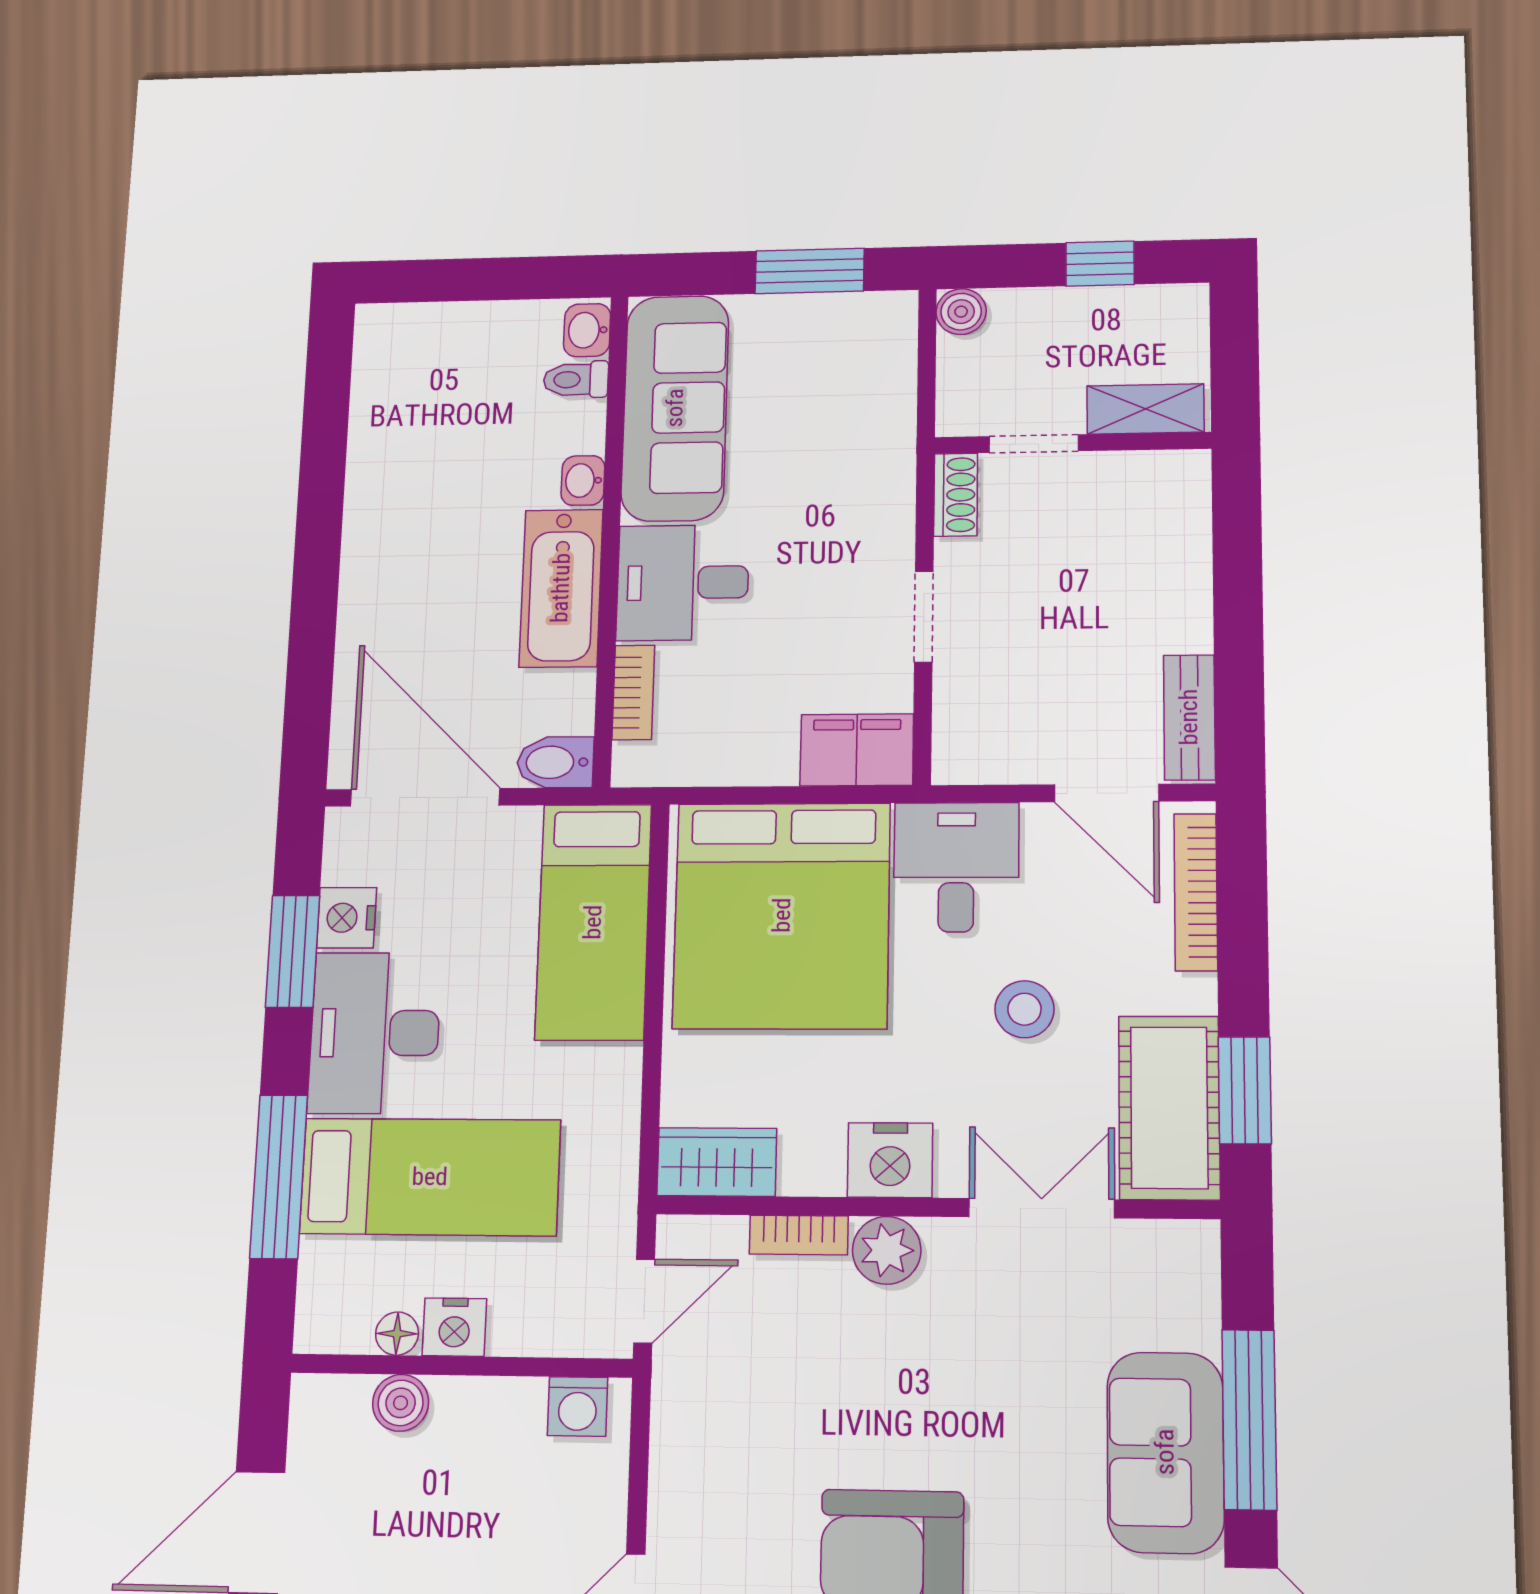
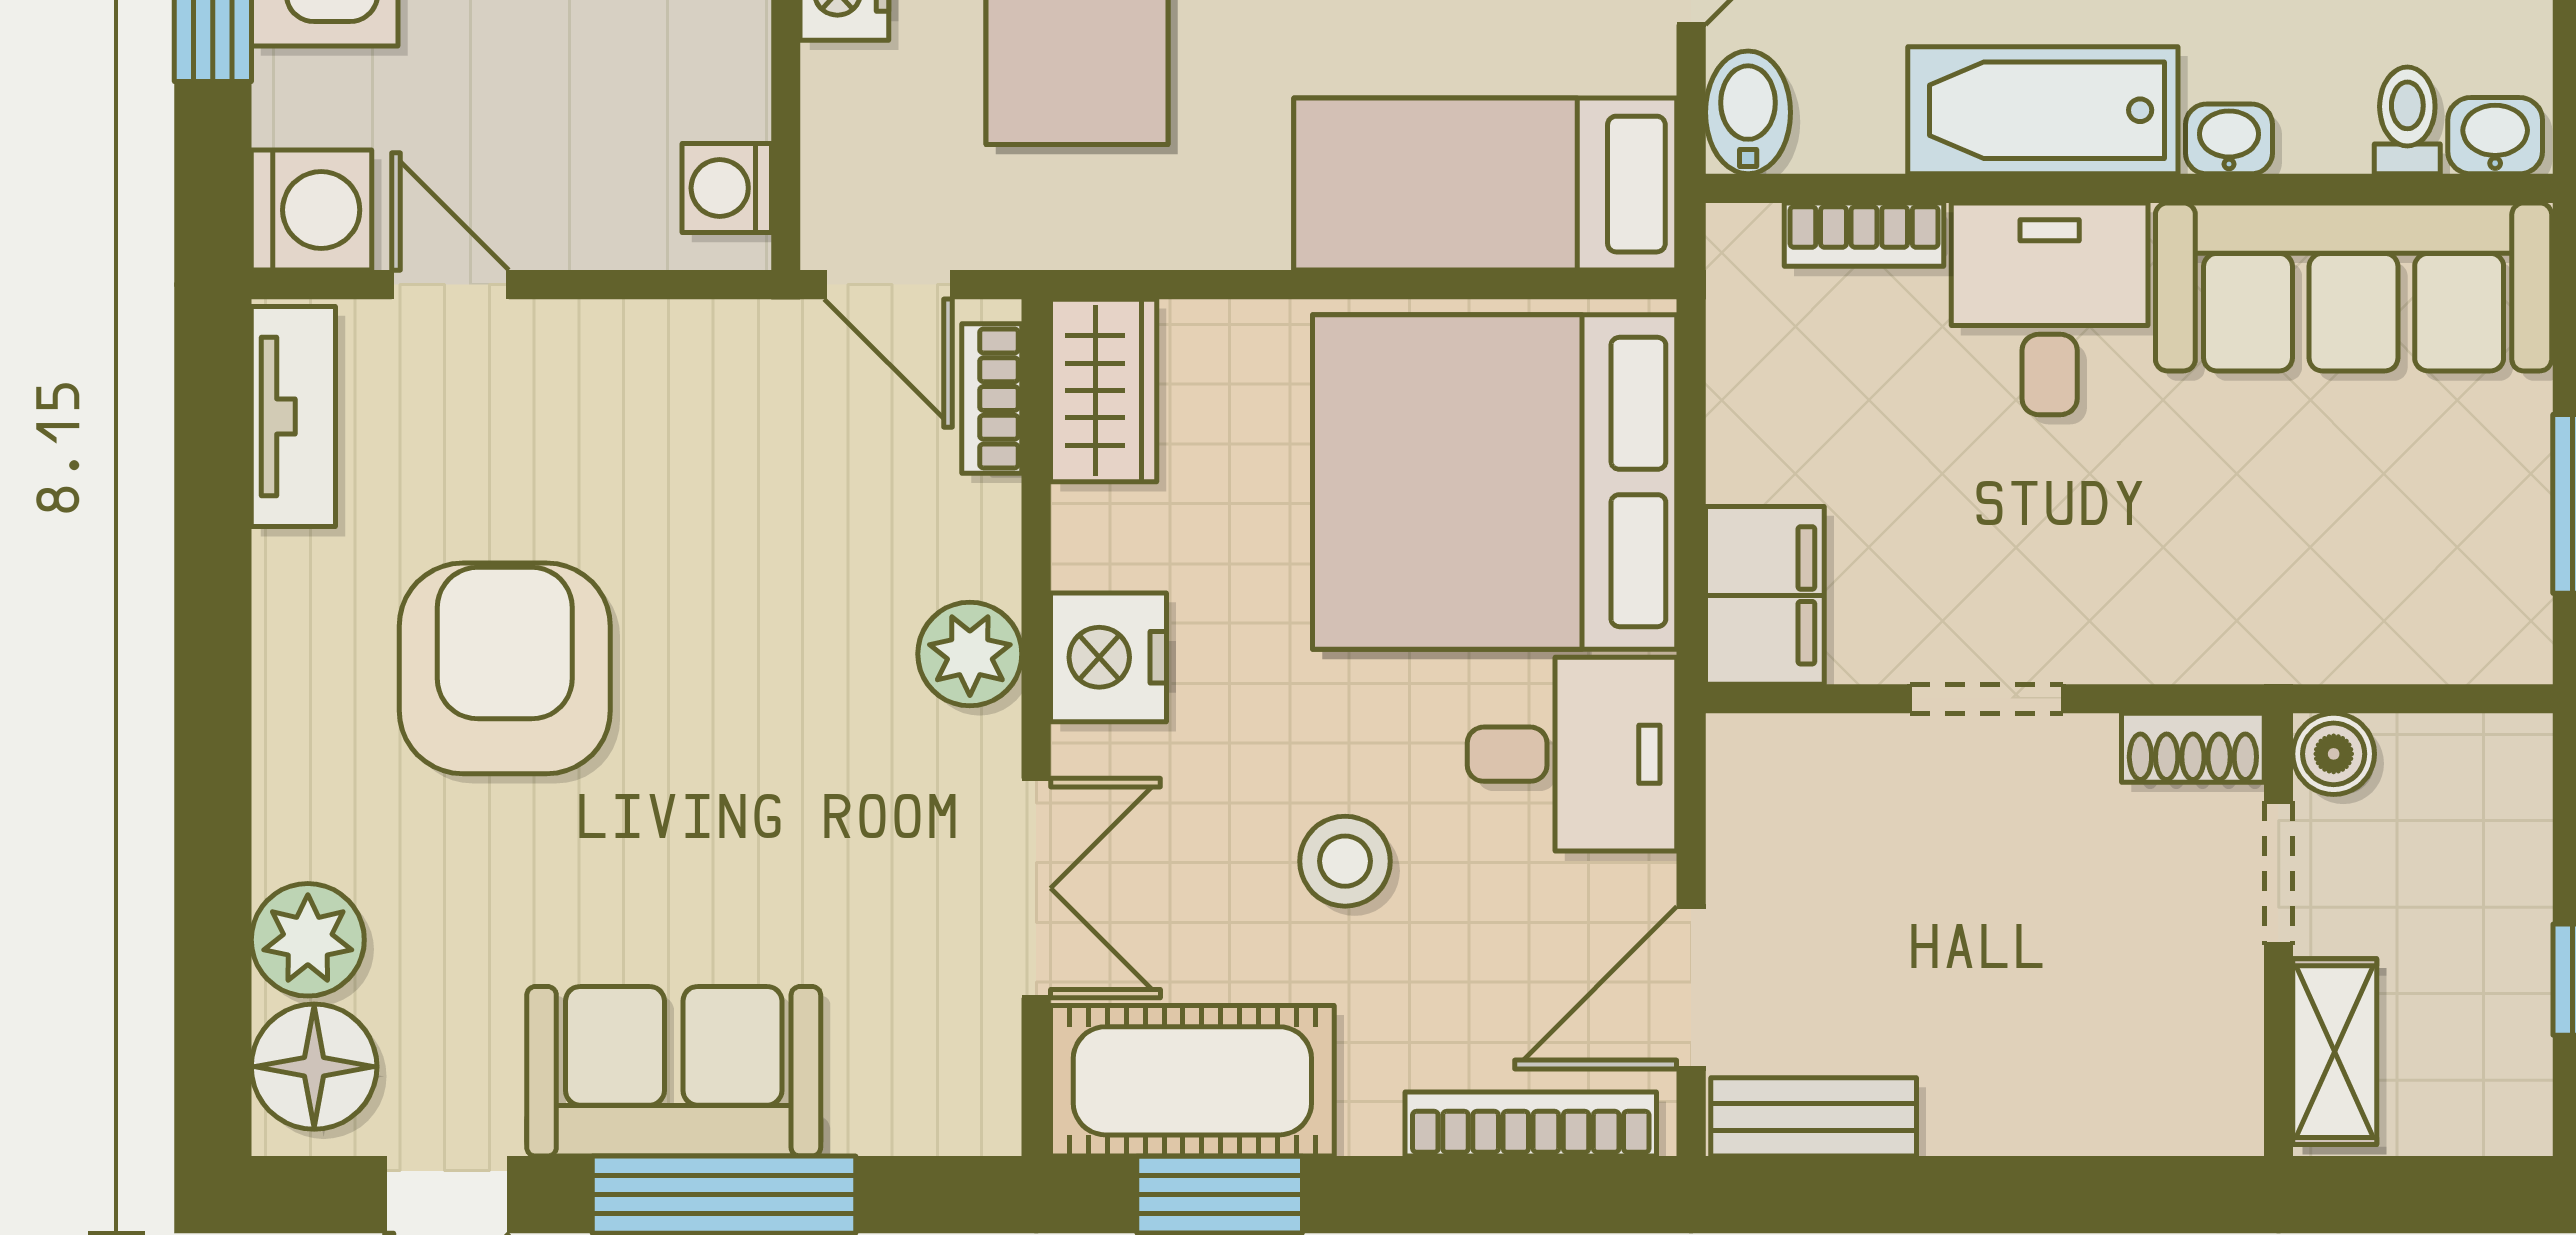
boiler: (961, 312) -> (2334, 754), moved
bookcase: (799, 1235) -> (992, 398), moved

